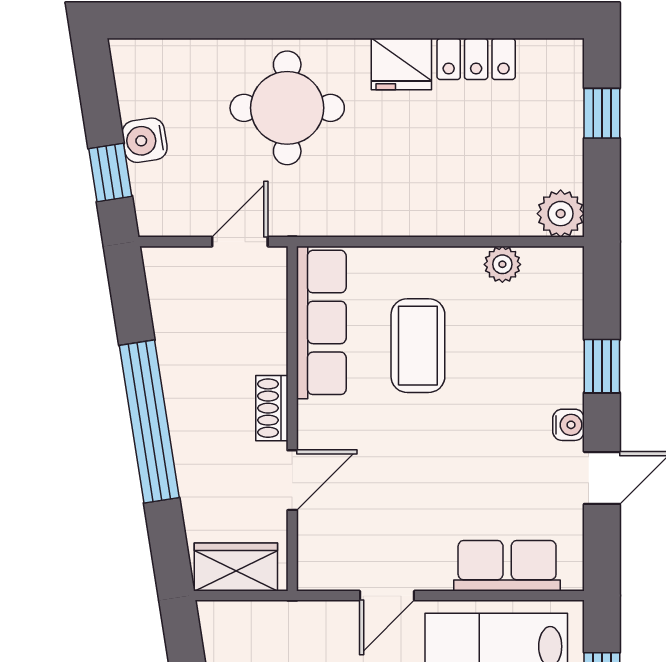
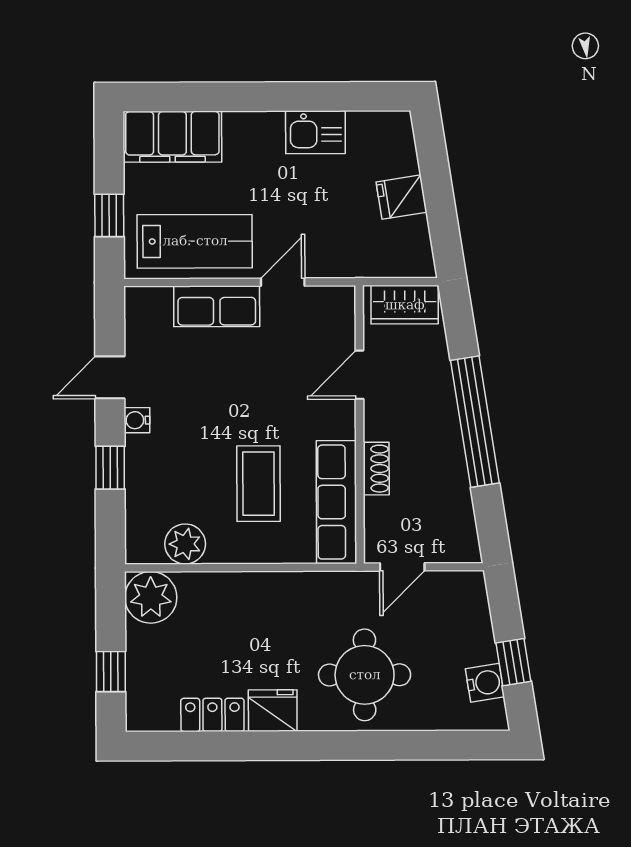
water cooler: (145, 140) -> (485, 683), moved
window: (110, 172) -> (513, 662), moved
plant: (561, 214) -> (151, 597), width x1.36, depth x1.36
plant: (502, 264) -> (185, 544), width x1.38, depth x1.38
shoe rack: (272, 408) -> (376, 469), moved
row of seats: (507, 566) -> (217, 306), moved

